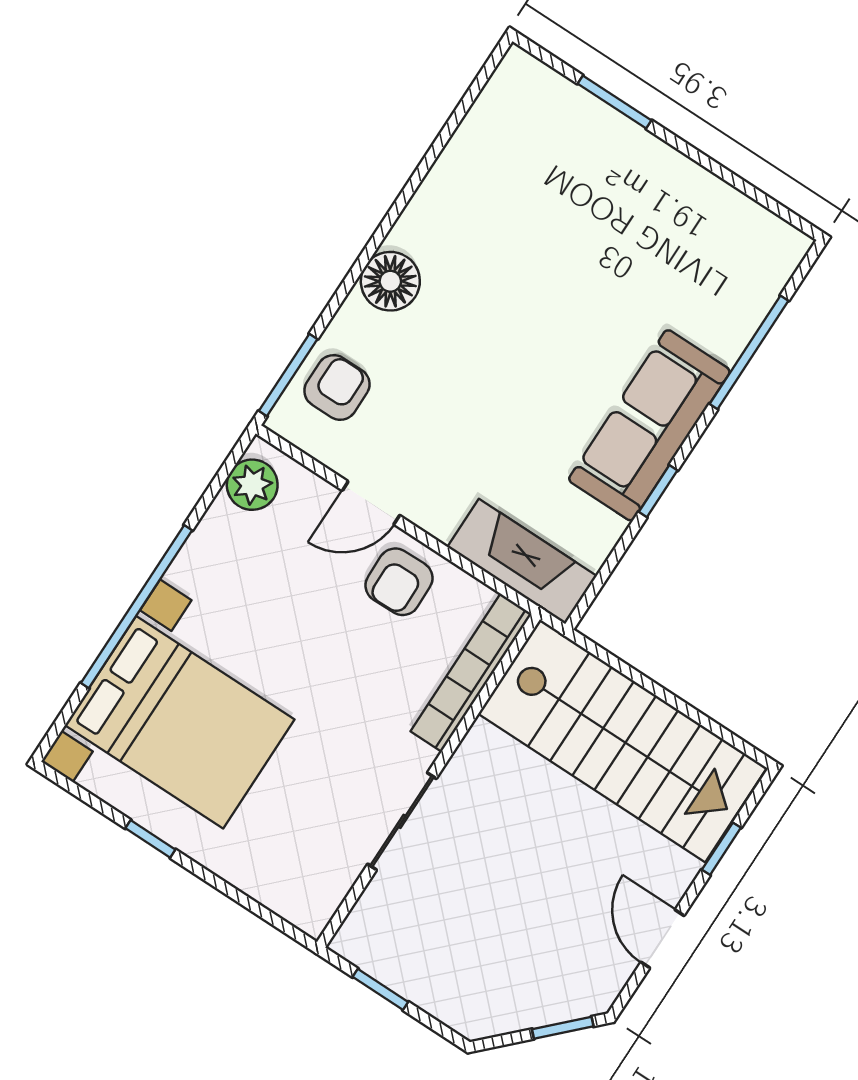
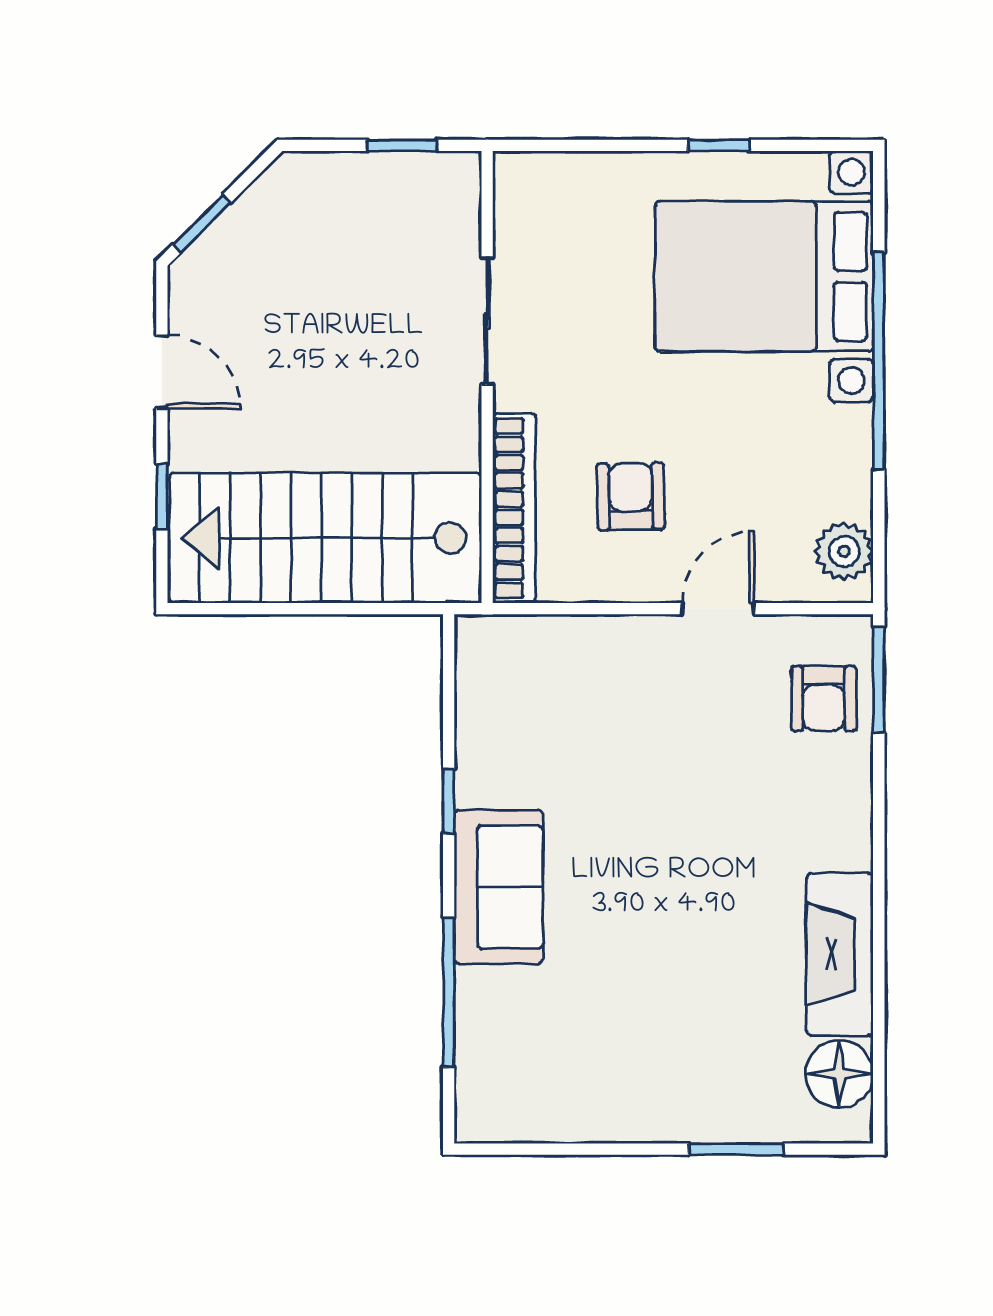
floor lamp: (390, 281) -> (839, 1074), moved
sofa: (649, 425) -> (499, 887), width x0.73
fireplace: (522, 561) -> (840, 954), moved, turned 90
armchair: (399, 582) -> (631, 496), moved

